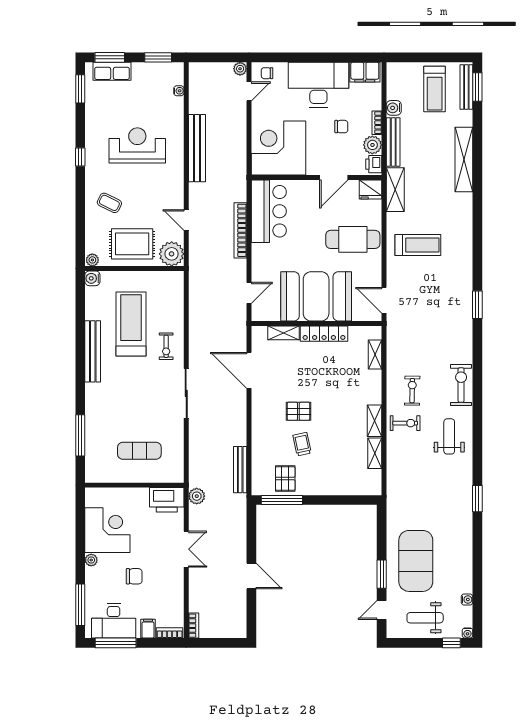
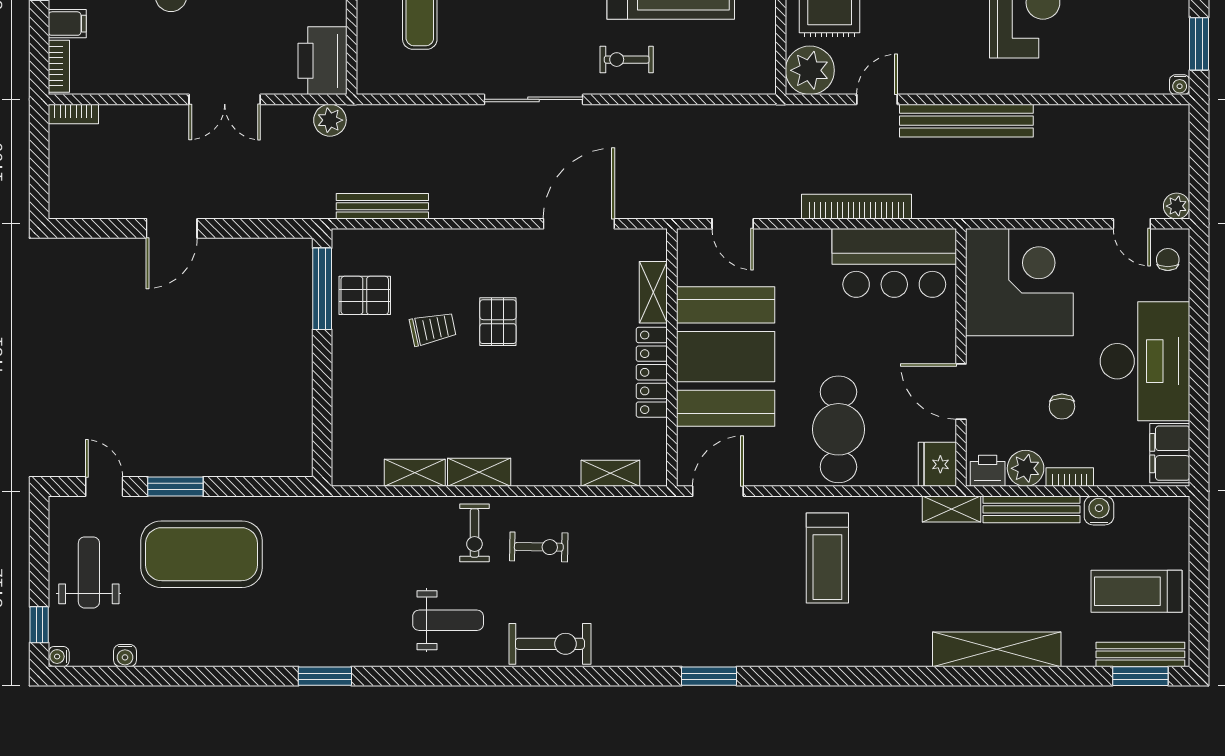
water cooler: (179, 91) -> (1180, 85), moved
bench: (197, 148) -> (966, 121), moved
shelving: (395, 190) -> (952, 509), width x0.67, depth x0.75

